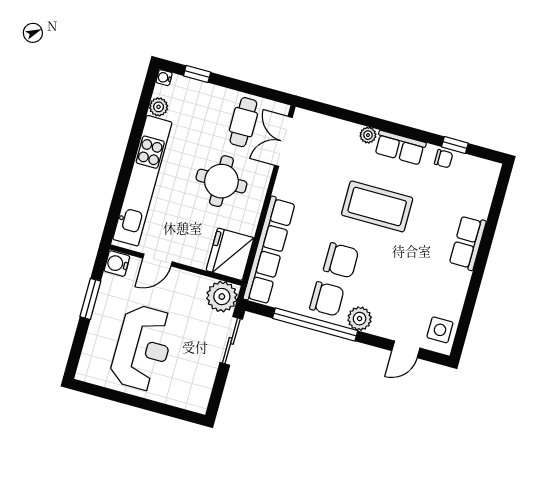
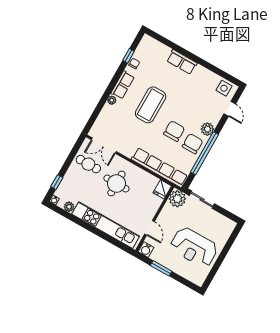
fridge: (230, 254) -> (162, 189), width x0.53, depth x0.75
reception desk: (143, 348) -> (194, 247), turned 180

